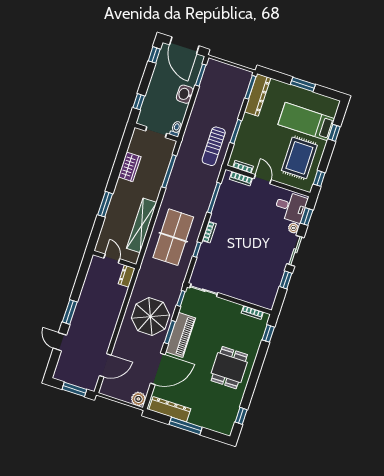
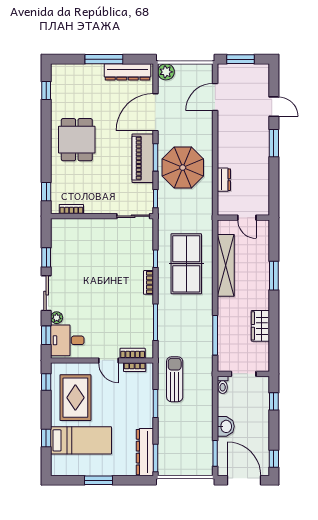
dresser: (127, 276) -> (224, 180), moved

